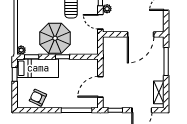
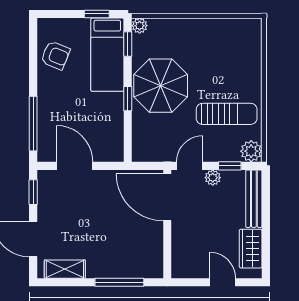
door: (141, 34) -> (167, 197), moved
armchair: (38, 98) -> (55, 55), turned 87

